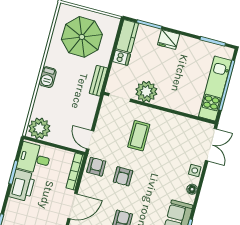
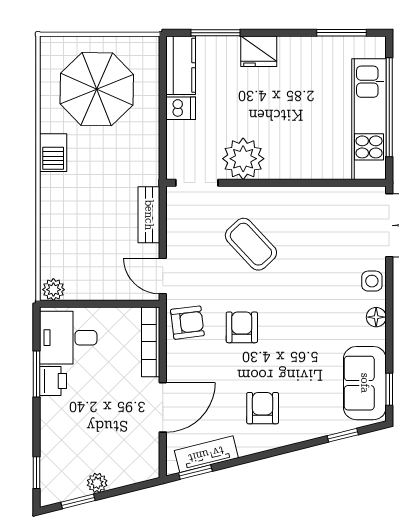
barbecue: (48, 77) -> (53, 153), moved
bench: (98, 81) -> (149, 215), moved
plant: (39, 128) -> (53, 290), width x0.53, depth x0.53
coffee table: (139, 136) -> (251, 244), turned -43
armchair: (96, 167) -> (187, 323), turned 83
armchair: (123, 176) -> (242, 327), turned 180
printer: (22, 185) -> (53, 381), width x0.53, depth x0.68

